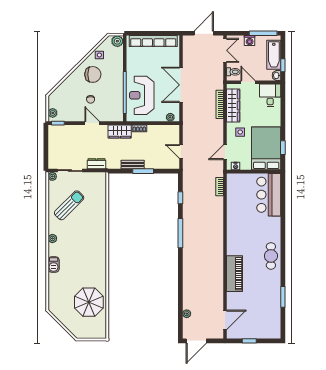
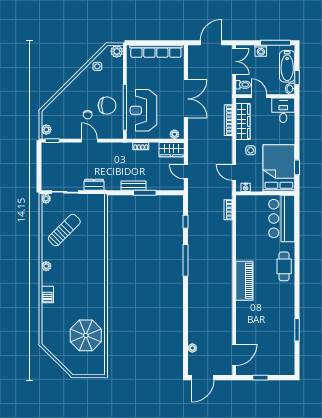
chair: (93, 74) -> (107, 106), moved
double door: (181, 85) -> (186, 99), swing flipped
wardrobe: (120, 131) -> (172, 150), moved
door: (225, 152) -> (234, 172), hinge flipped
cafe table: (271, 256) -> (284, 266), moved
piano: (234, 274) -> (244, 281), moved

